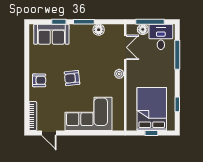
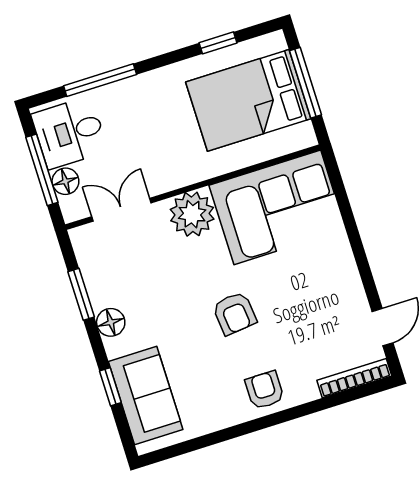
window: (84, 22) -> (81, 294), moved
floor lamp: (99, 30) -> (111, 322), moved
plant: (119, 74) -> (192, 214), width x1.87, depth x1.87
corner sofa: (89, 114) -> (277, 207), moved, turned -90
window: (151, 133) -> (305, 83), width x2.17

